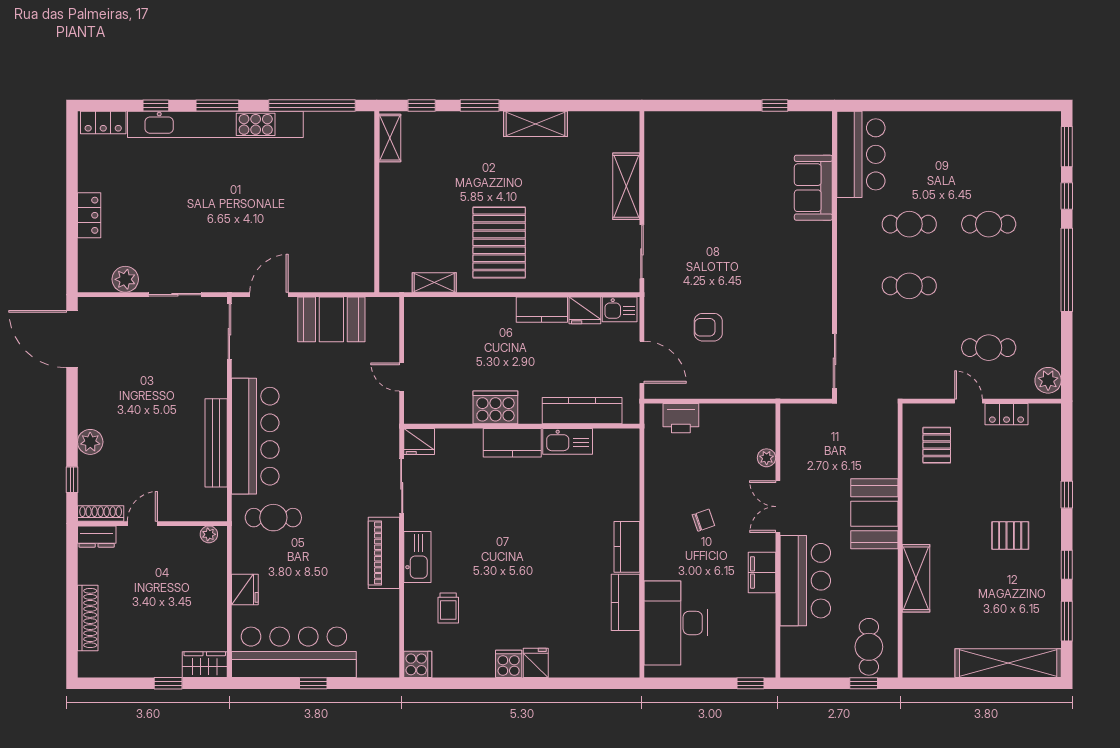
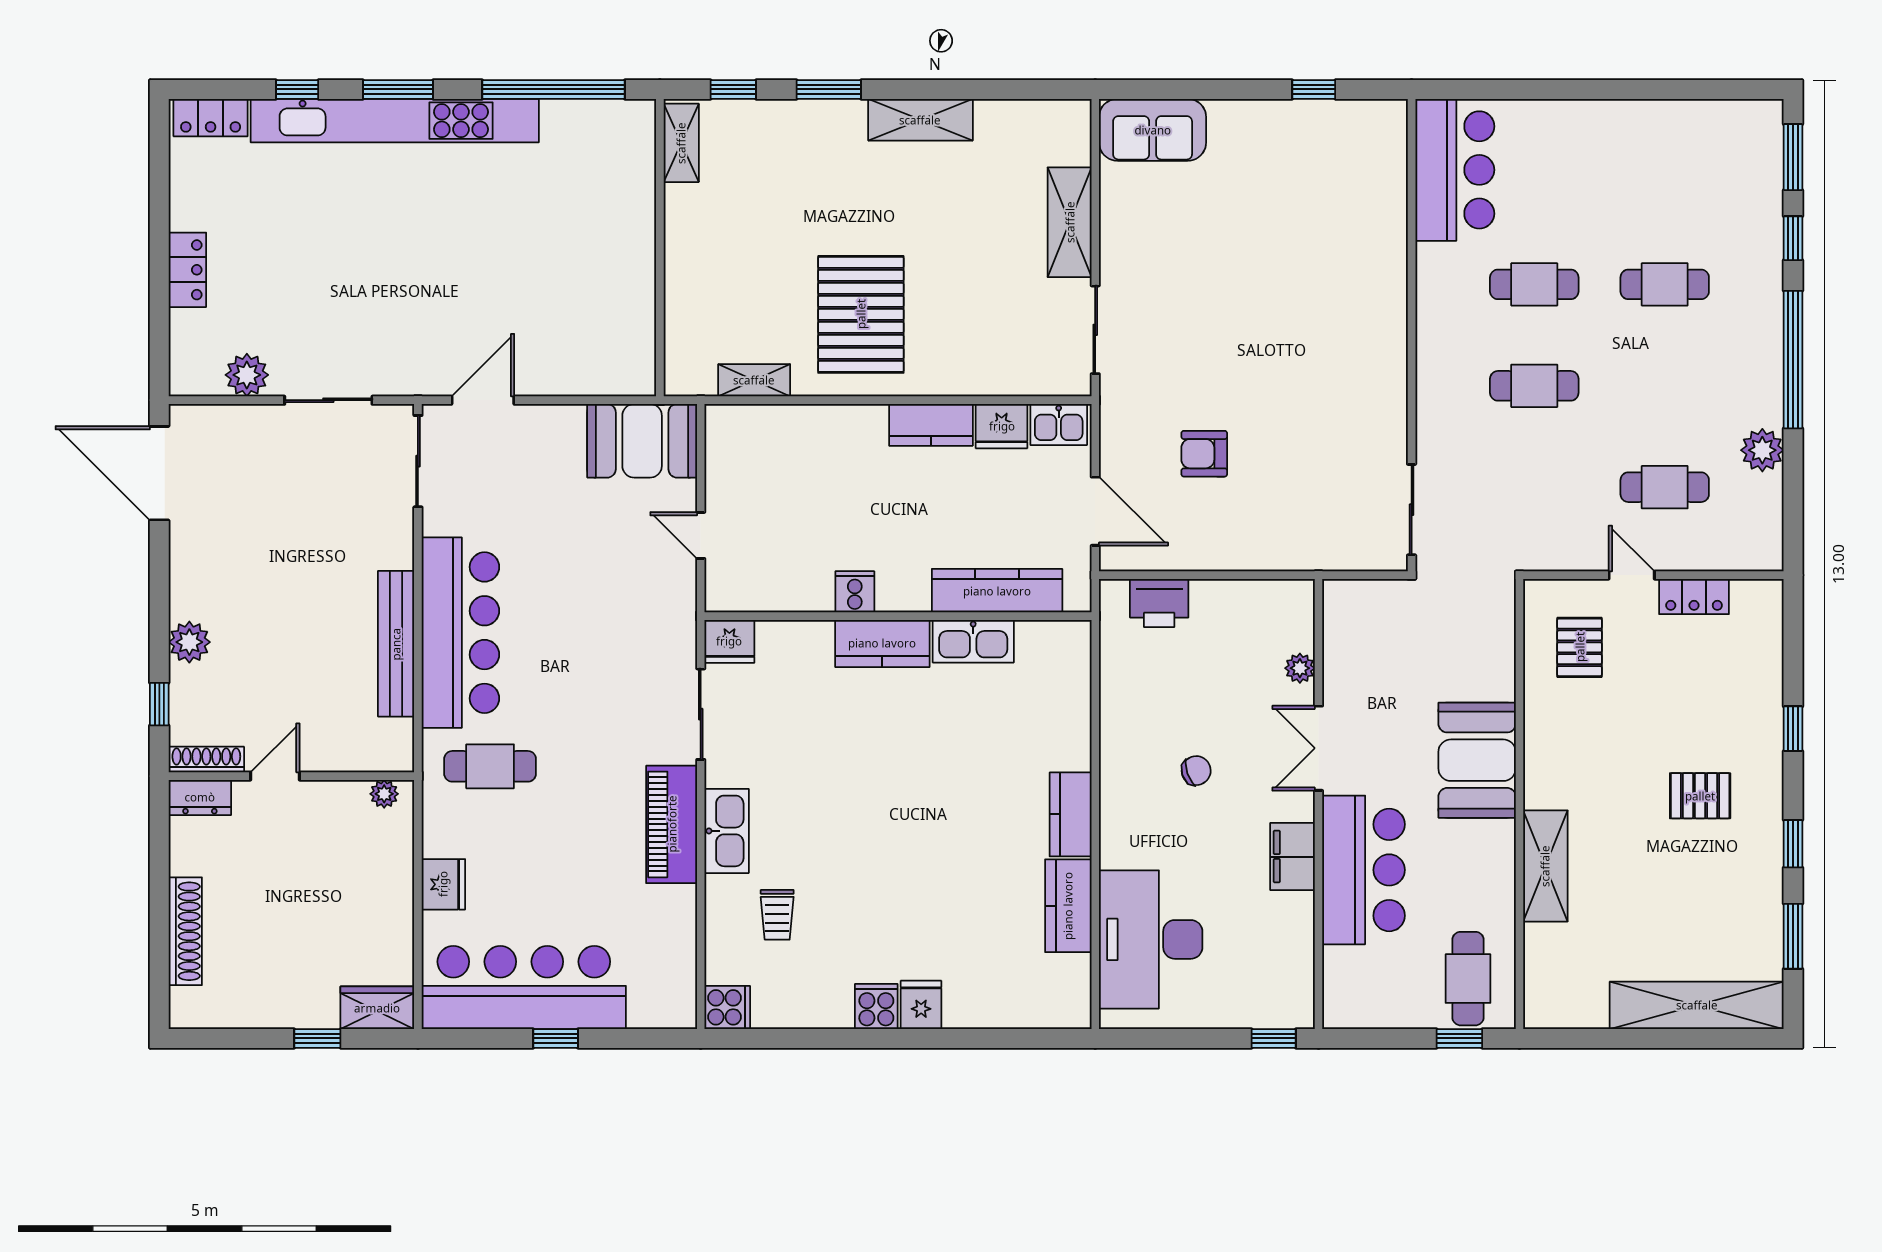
sofa: (813, 188) -> (1153, 130), moved, turned -90
booth: (331, 319) -> (642, 441), moved
plant: (1048, 380) -> (1762, 450), moved
cooker: (495, 407) -> (855, 592), width x0.53, depth x0.76

